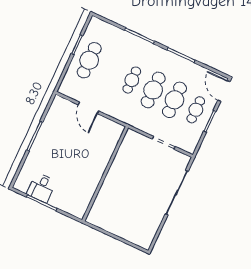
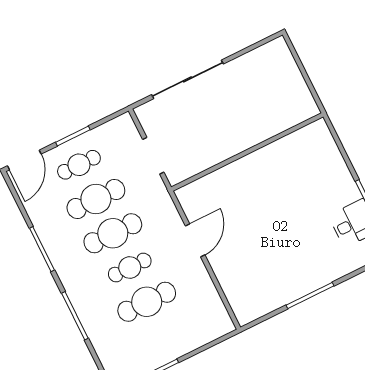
cafe table: (89, 60) -> (147, 302), moved
door: (88, 108) -> (195, 240), moved
wall: (105, 174) -> (247, 152), moved

